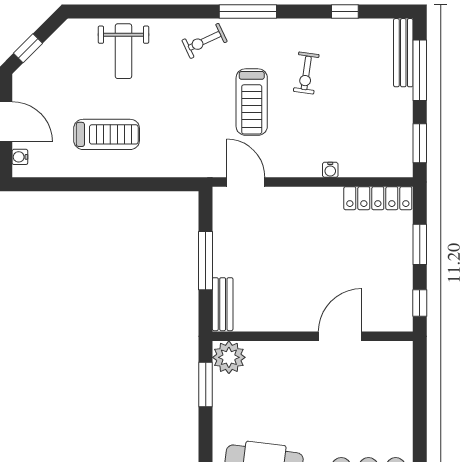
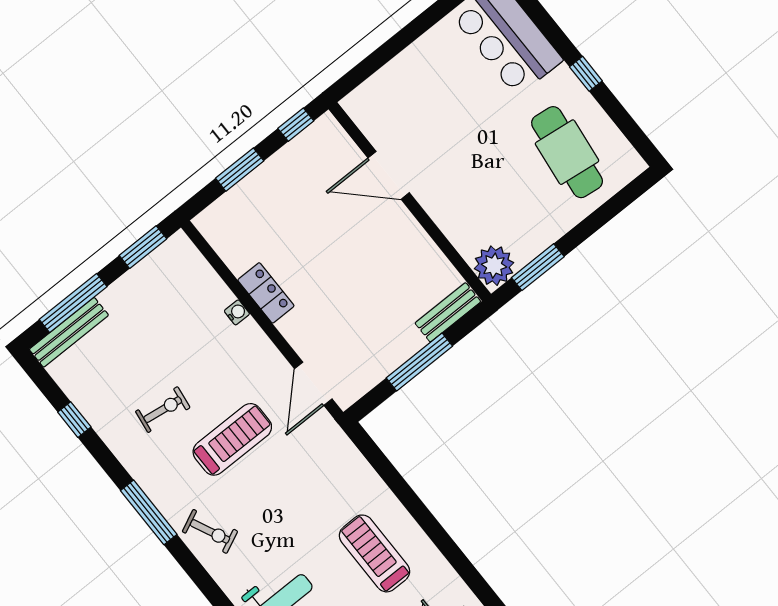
locker: (378, 198) -> (266, 293), moved, width x0.66

